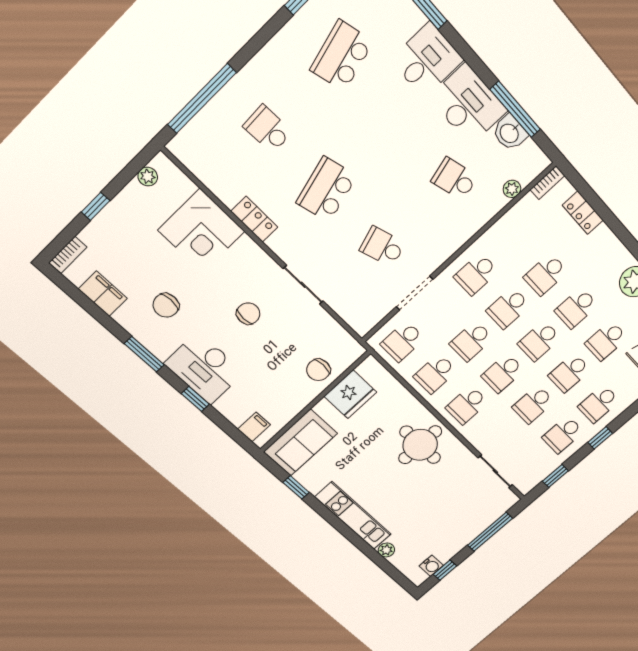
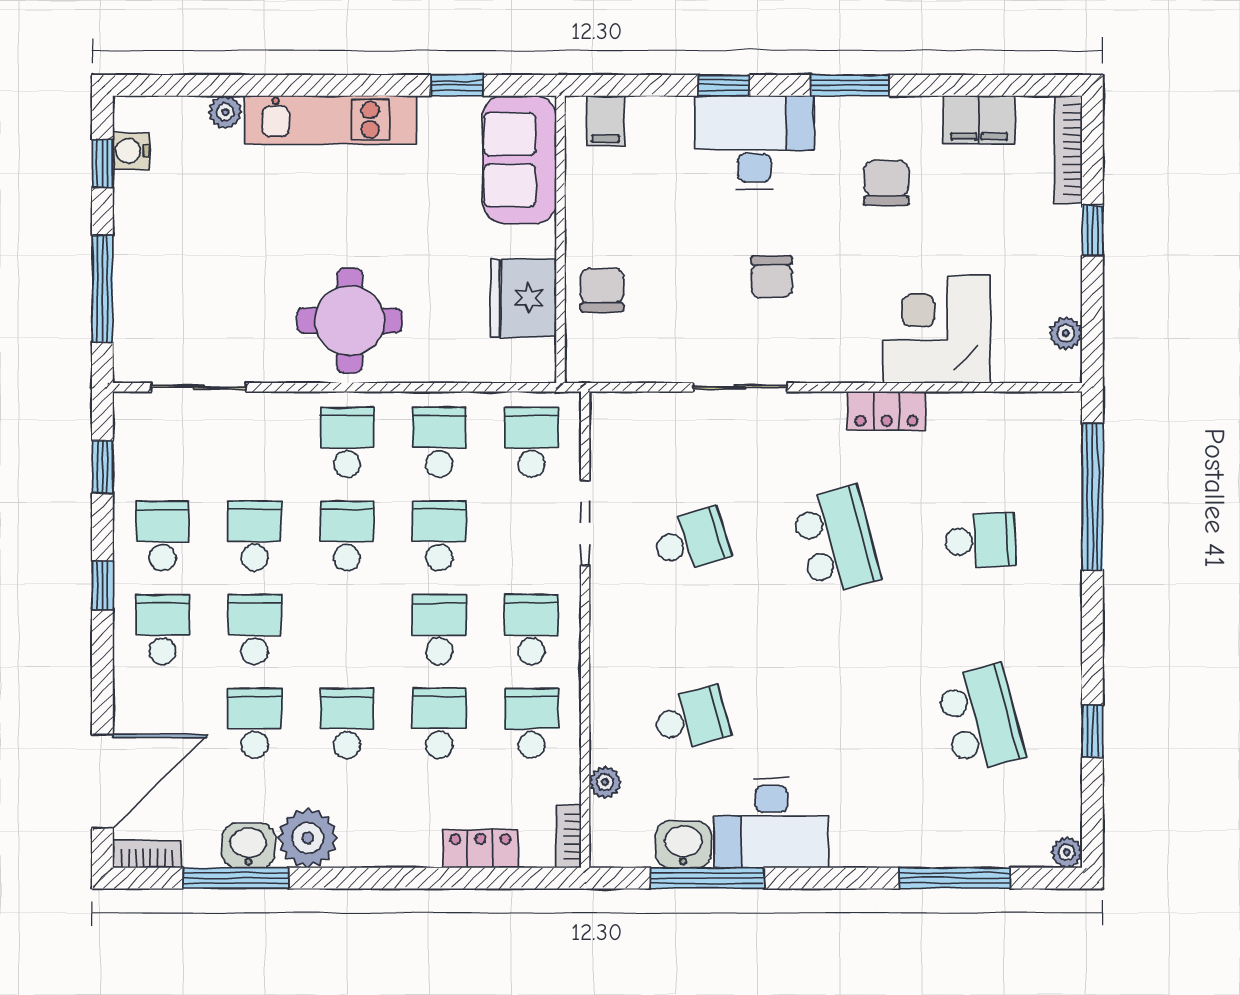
desk: (427, 60) -> (876, 820), removed
bookcase: (68, 255) -> (1068, 150), width x1.56
school desk: (539, 341) -> (531, 723), moved

